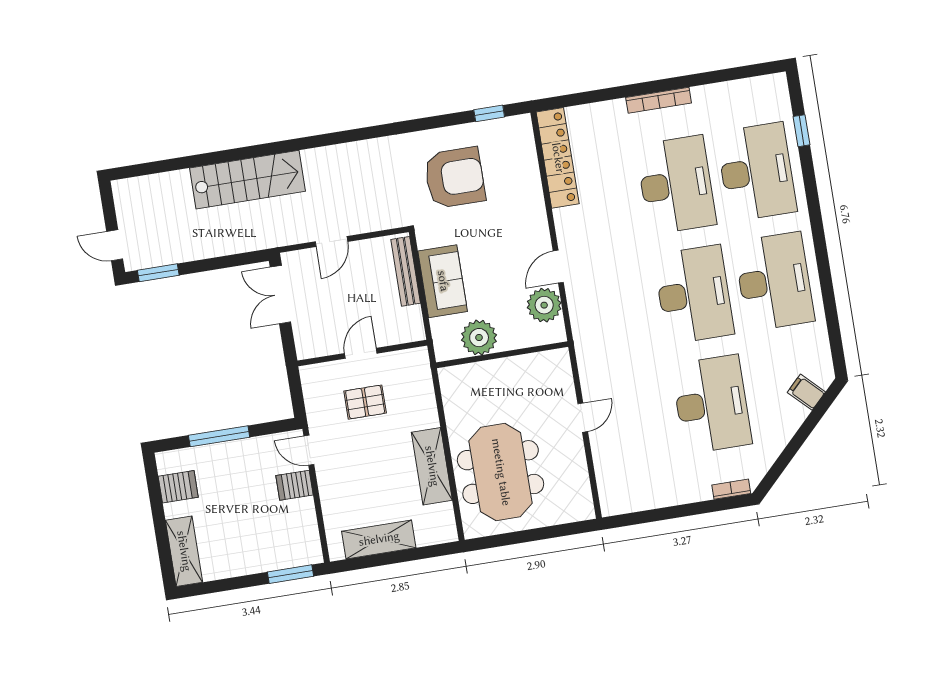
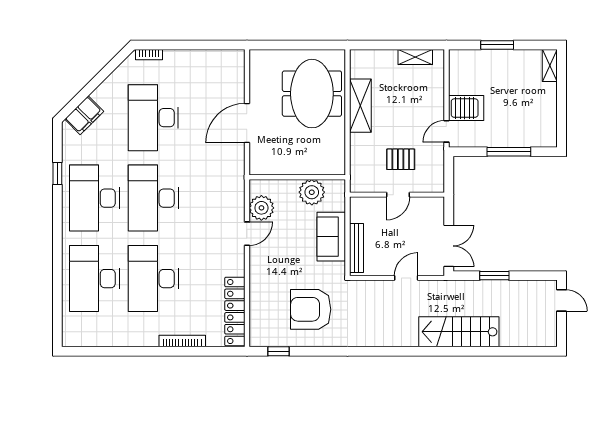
bookcase: (659, 100) -> (182, 341), moved
window: (802, 131) -> (57, 174), moved
window: (158, 273) -> (494, 276), moved
filing cabinet: (806, 392) -> (84, 115), width x2.00
door: (583, 418) -> (247, 123), width x1.87
door: (309, 450) -> (446, 131), swing flipped
server rack: (295, 485) -> (466, 108), width x1.36, depth x1.44
server rack: (178, 487) -> (544, 120), removed
shelving: (379, 539) -> (415, 57), width x0.67, depth x0.75
shelving: (184, 551) -> (550, 66), width x0.67, depth x0.75
window: (290, 574) -> (497, 45), moved

